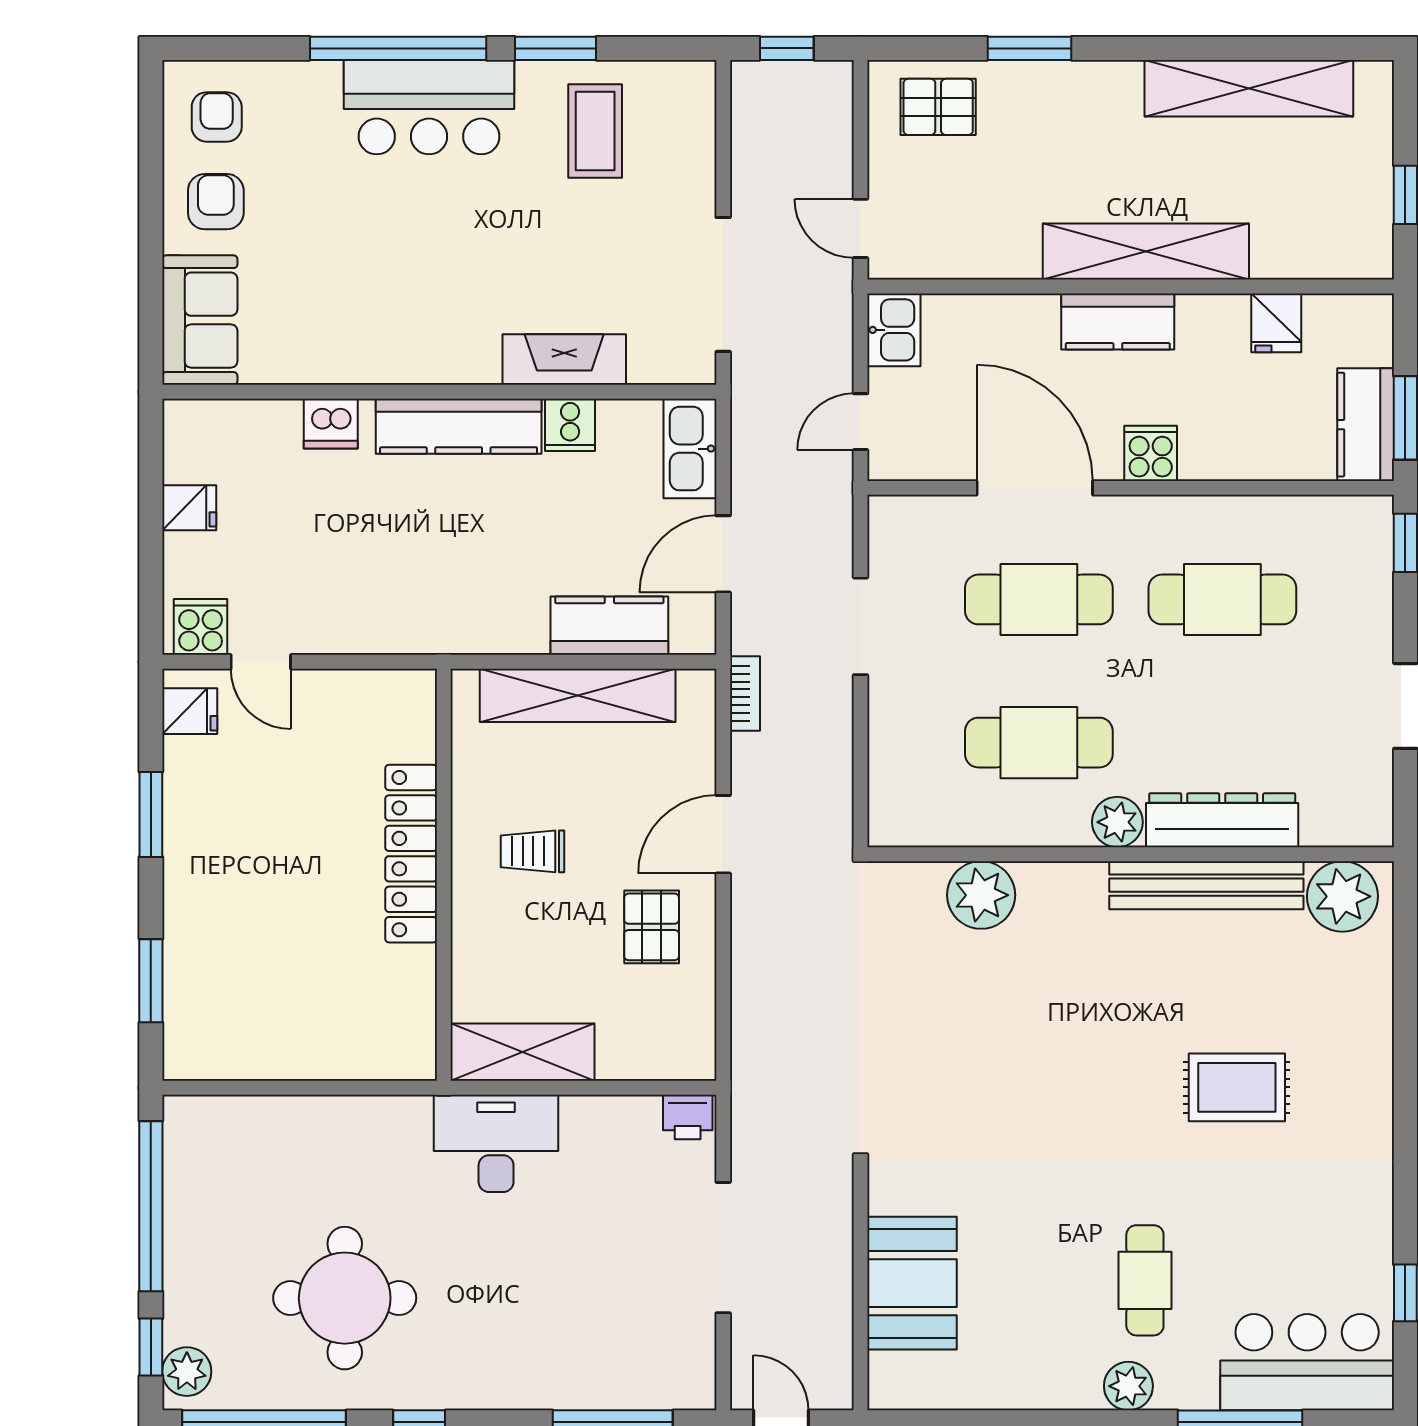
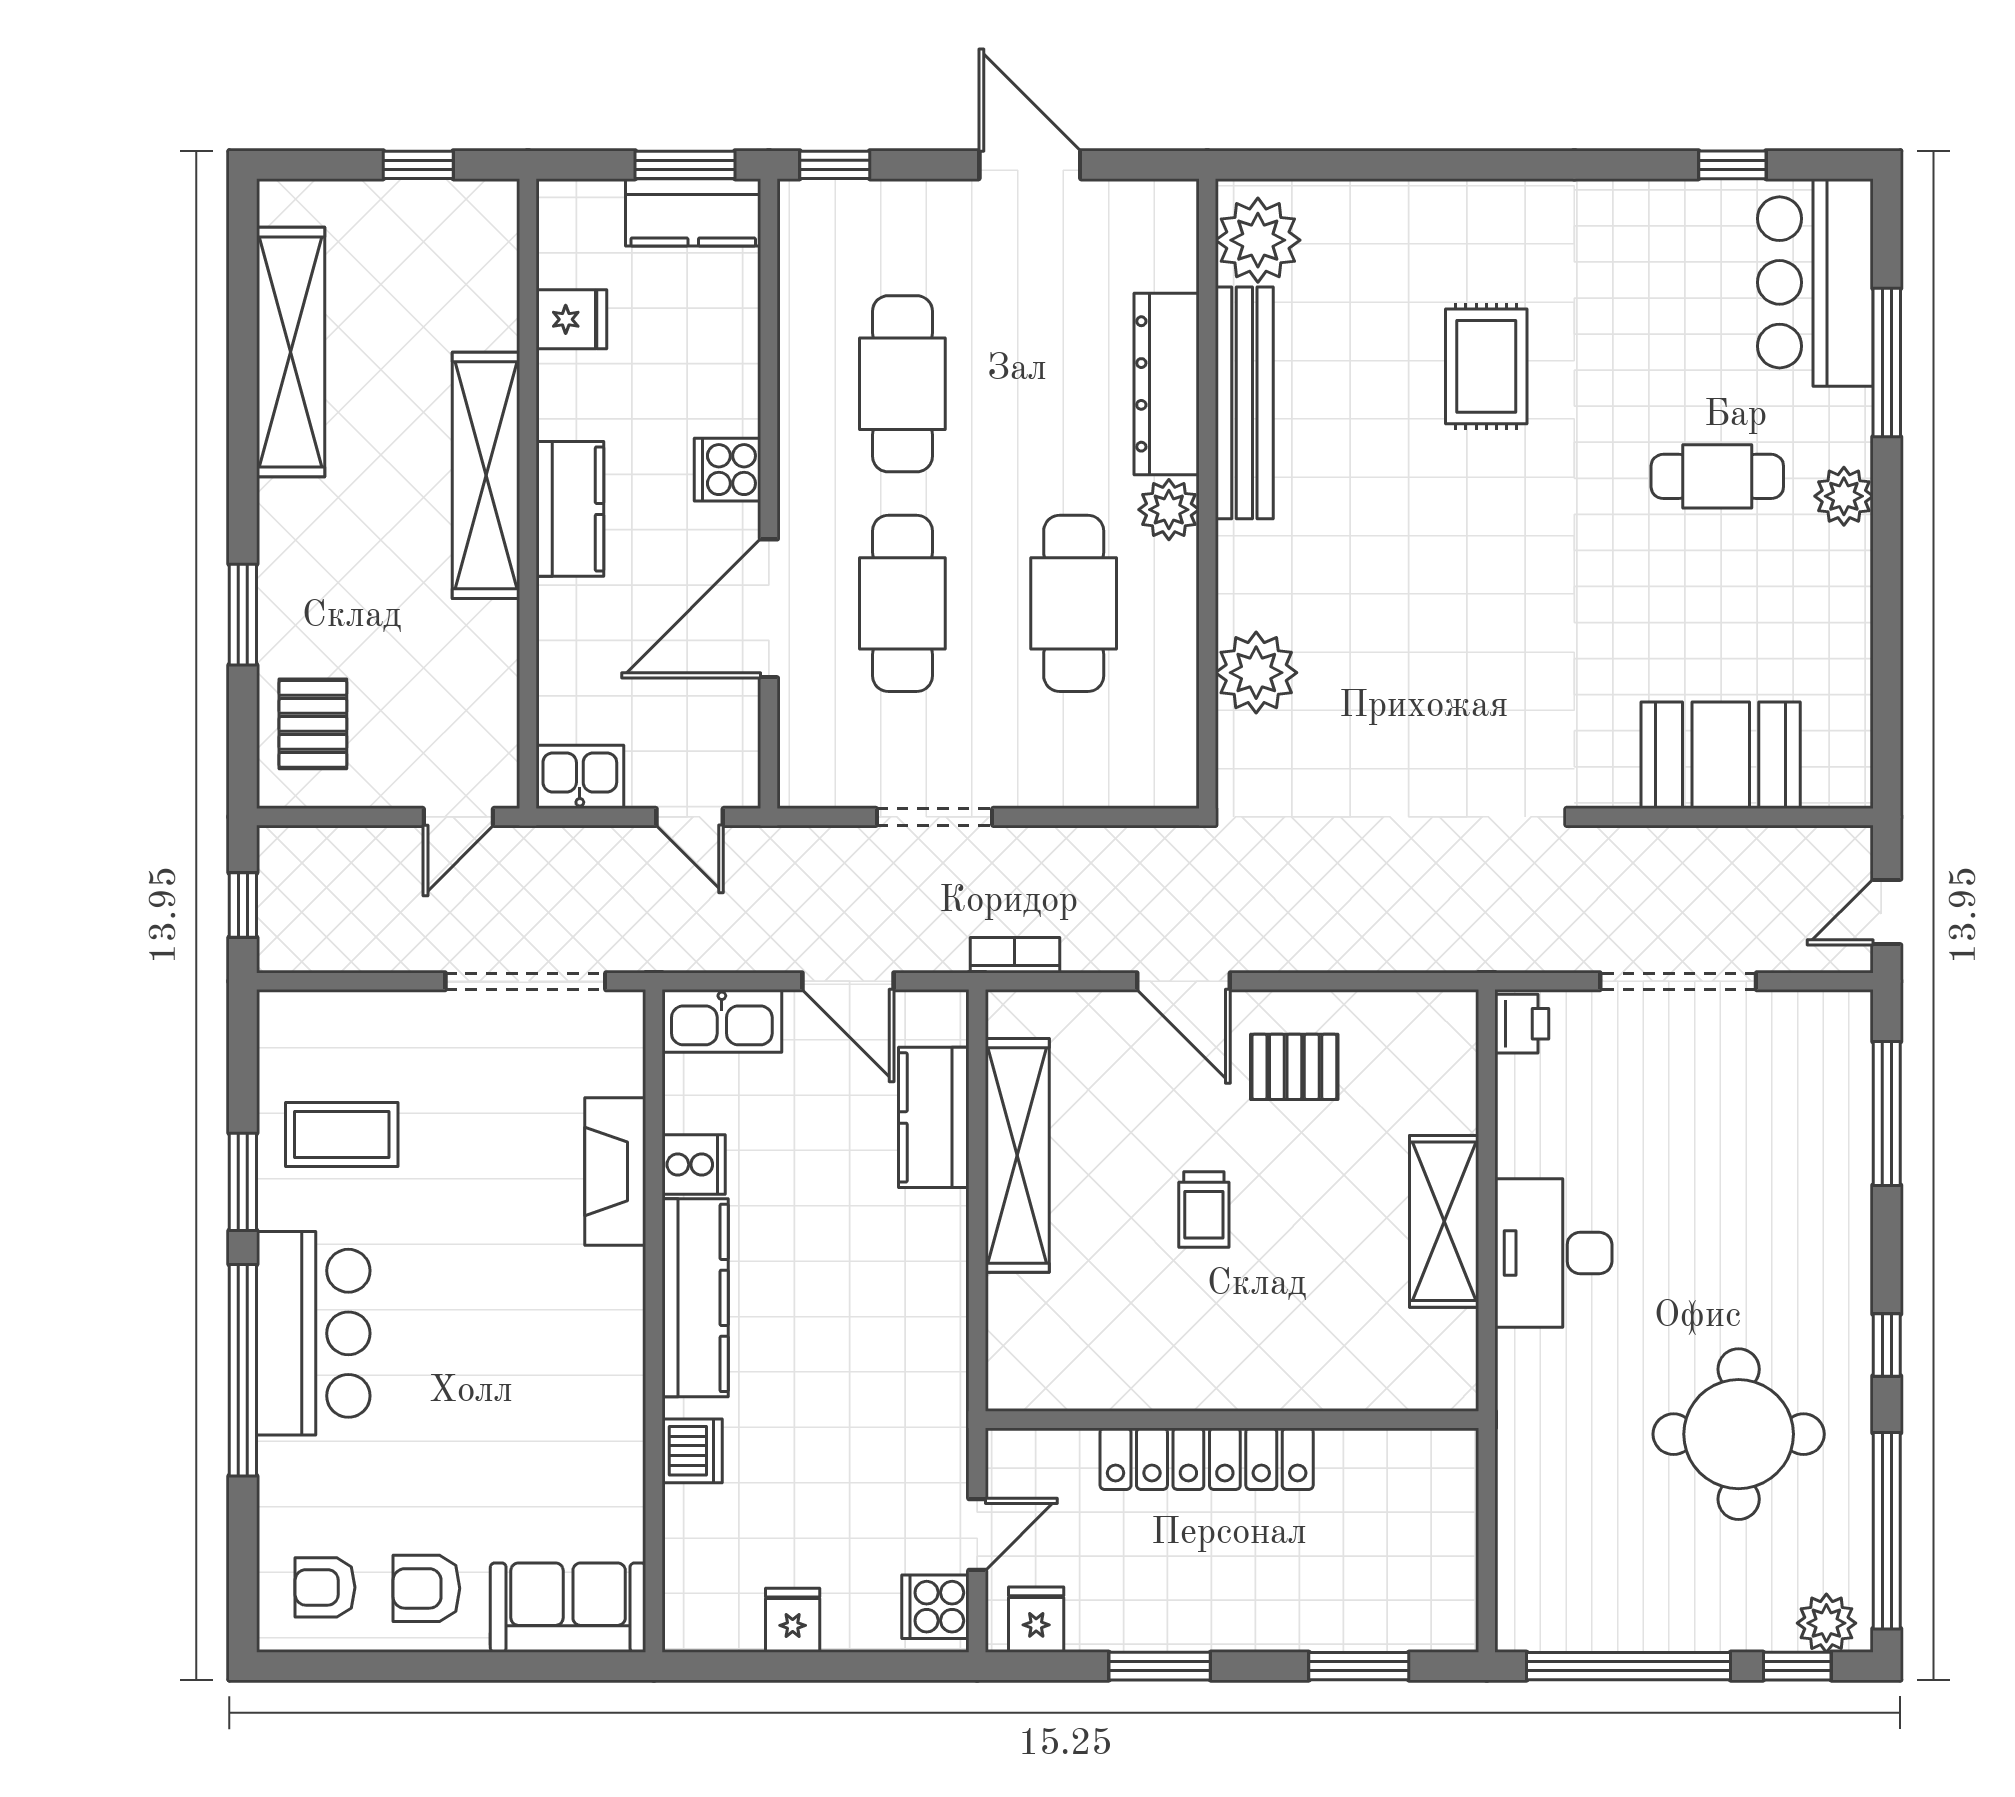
locker: (411, 854) -> (1207, 1459), moved
wall: (444, 875) -> (1232, 1420), moved

